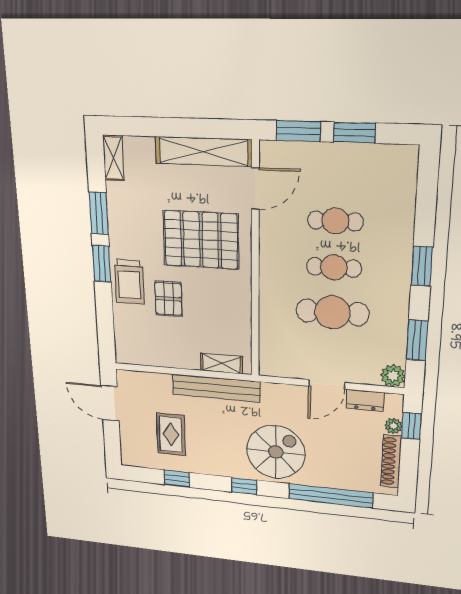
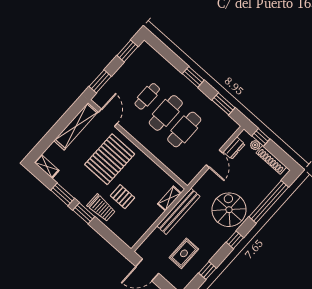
window: (354, 133) -> (127, 51), moved
cafe table: (334, 267) -> (166, 113), width x1.37, depth x1.35
plant: (393, 376) -> (232, 127), removed
rug: (171, 434) -> (184, 253), turned 90

